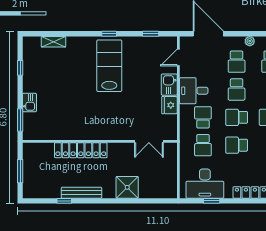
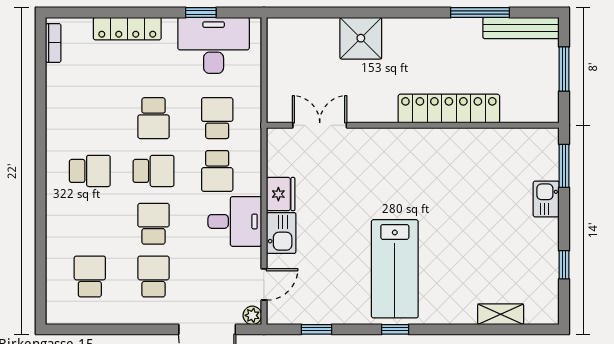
plant: (250, 41) -> (252, 315), moved
school desk: (237, 145) -> (154, 118), turned 90
bench: (81, 193) -> (521, 28), moved
window: (64, 201) -> (480, 13), width x2.17

